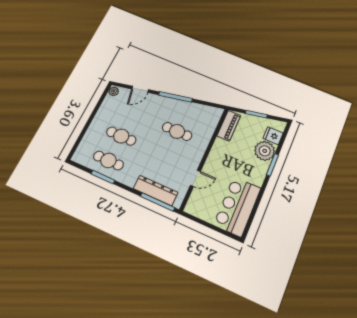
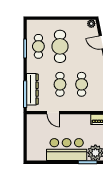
cafe table: (121, 136) -> (60, 46), width x1.37, depth x1.35
cafe table: (165, 156) -> (60, 84), added
bar counter: (237, 206) -> (67, 150), moved

